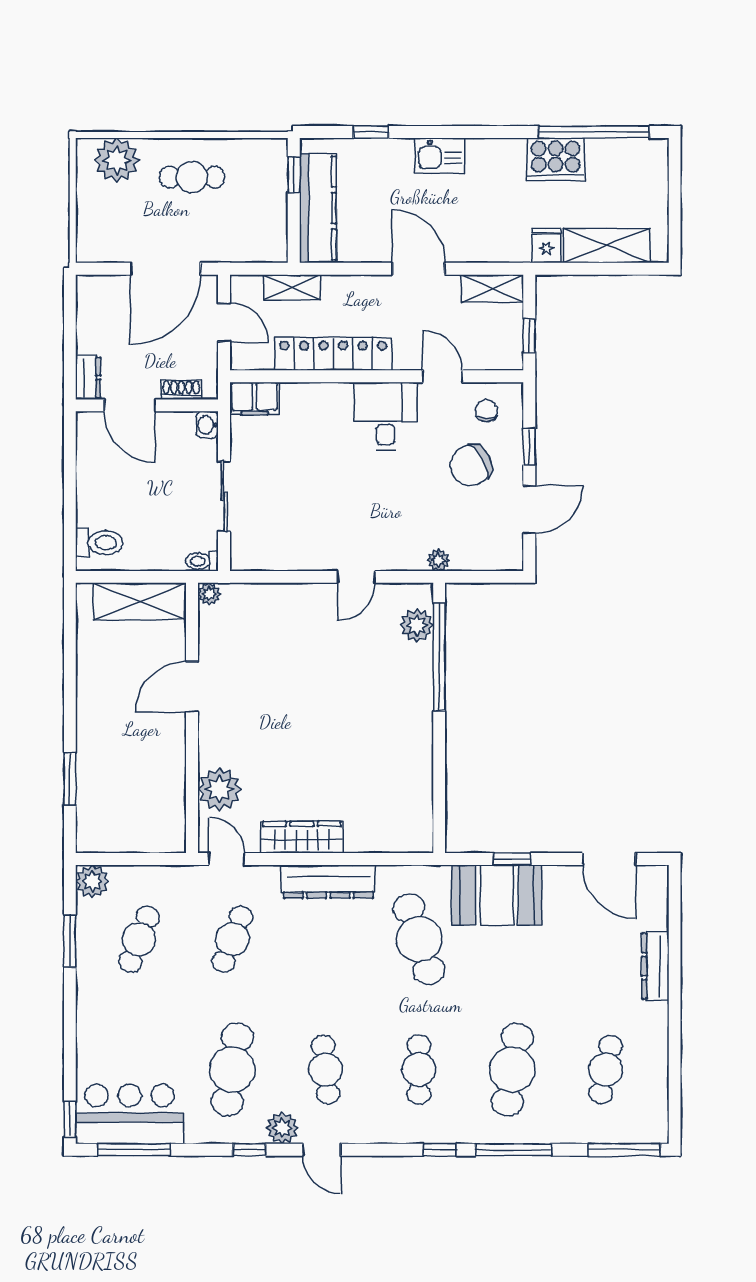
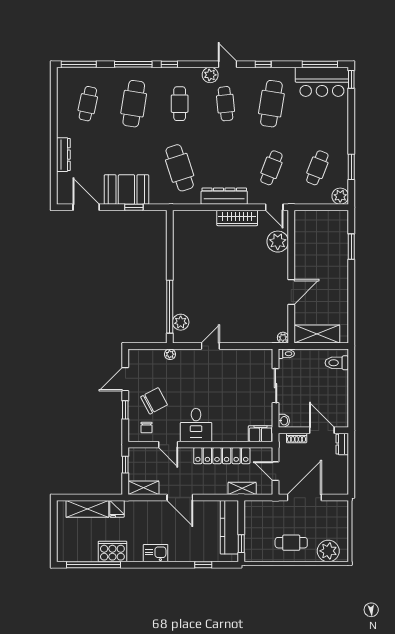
kitchen sink: (440, 156) -> (156, 553), moved
booth: (497, 895) -> (126, 190), moved
plant: (282, 1128) -> (210, 75), moved

